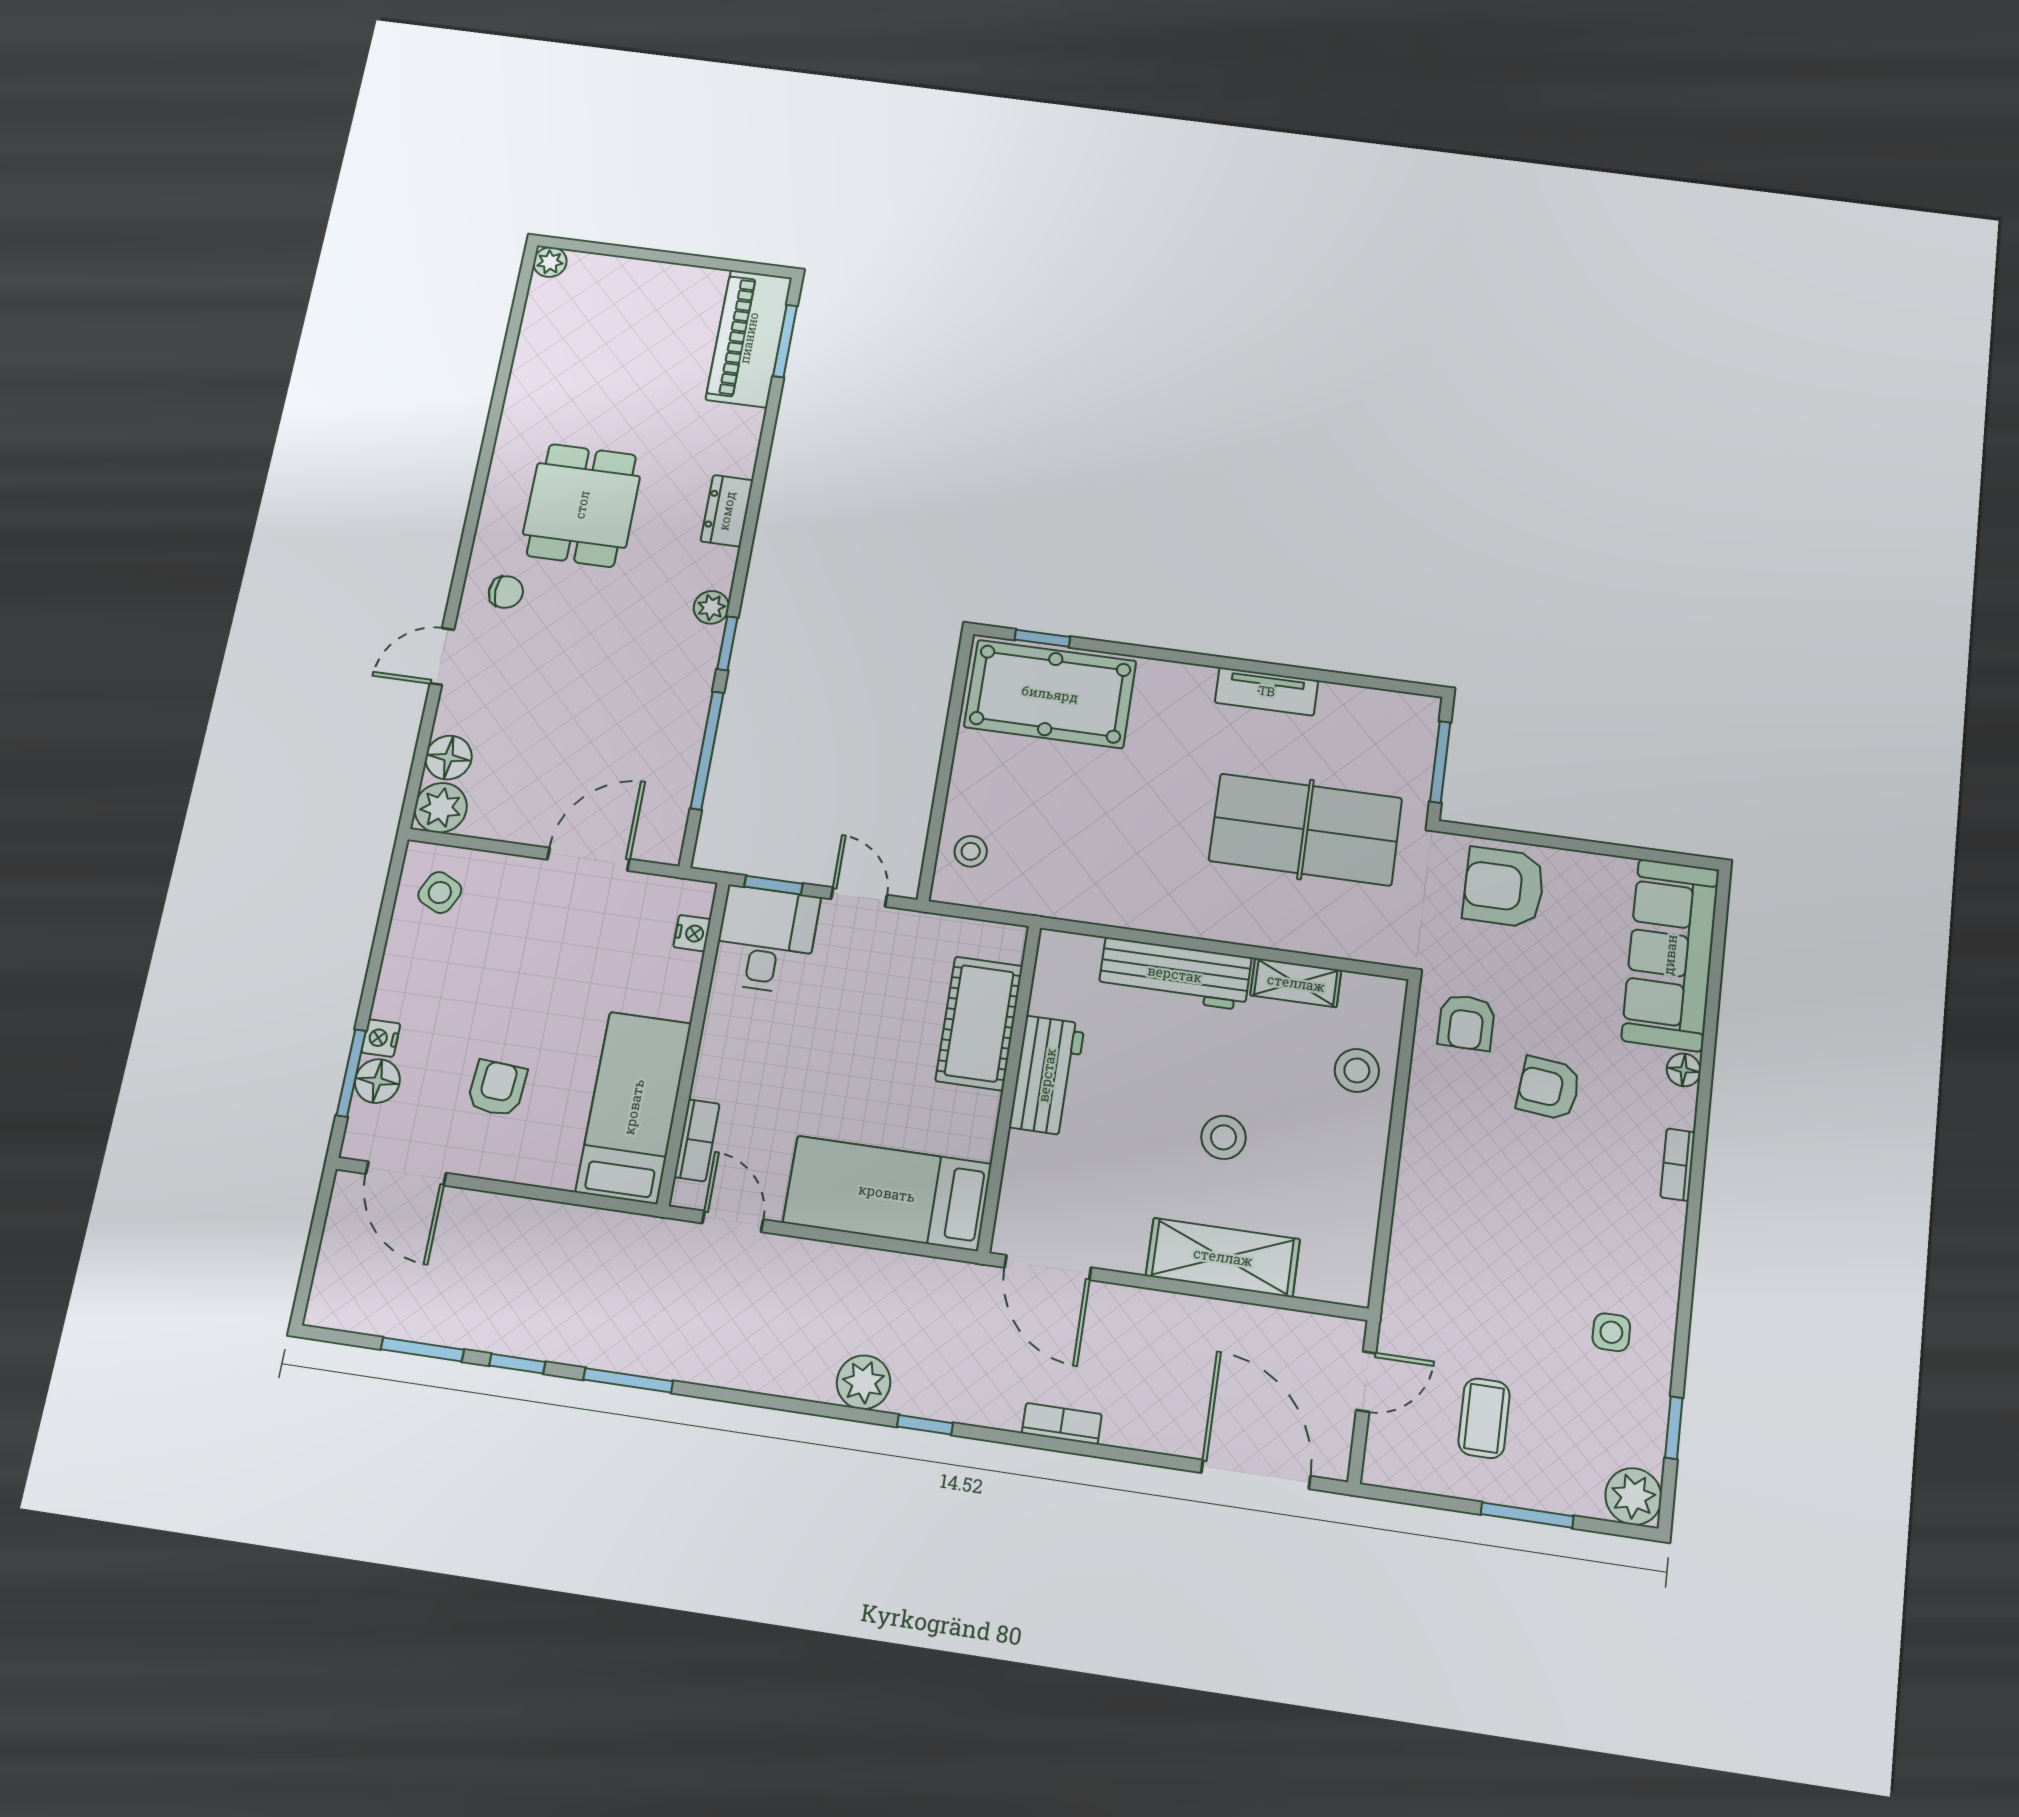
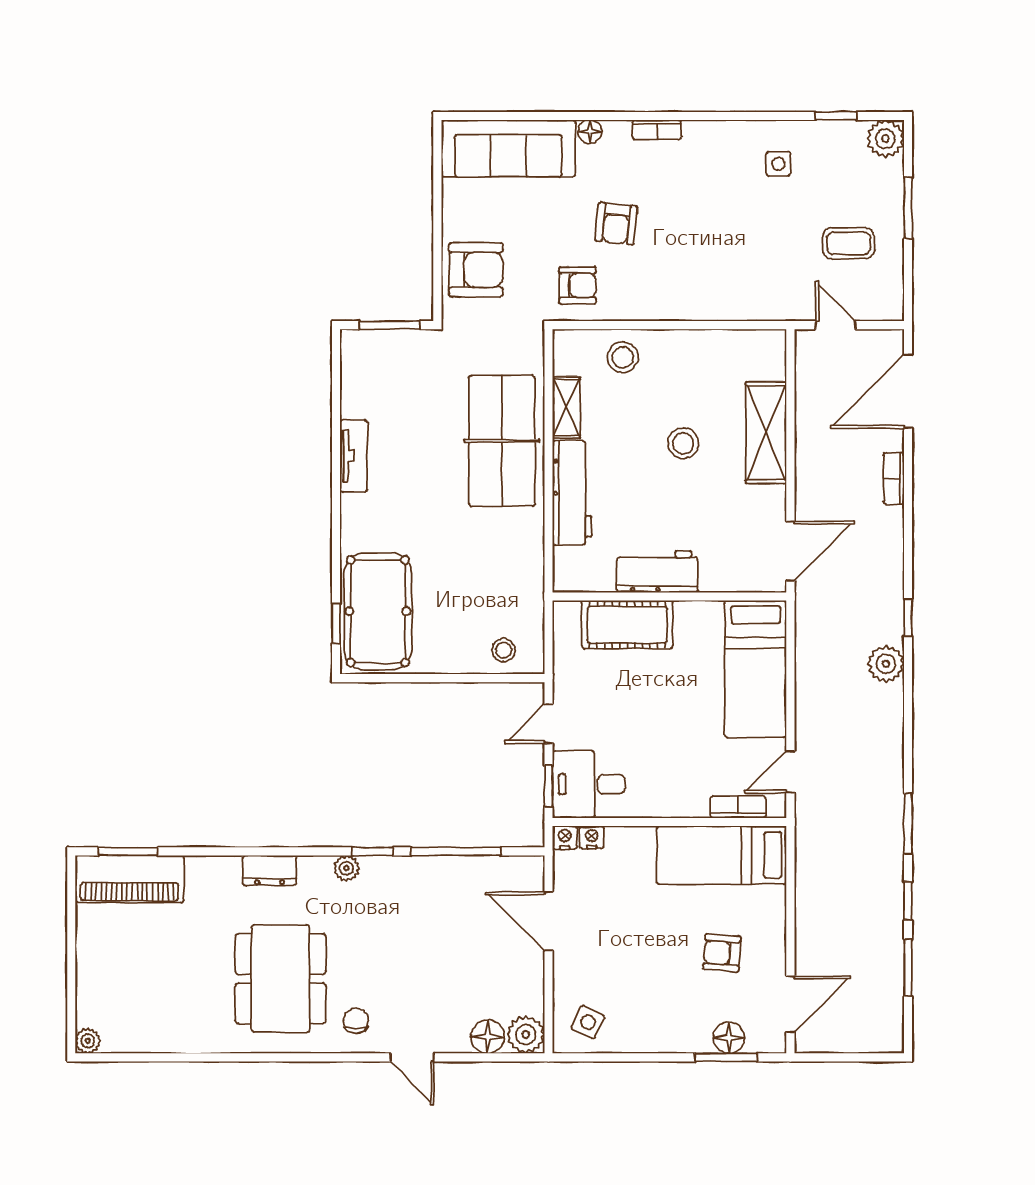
dining table: (582, 505) -> (280, 979), width x1.38
table tennis table: (1306, 829) -> (502, 441), moved
armchair: (1504, 887) -> (476, 270), turned -90
nightstand: (381, 1038) -> (565, 838), moved, turned 180
bookcase: (1062, 1424) -> (894, 478), moved

